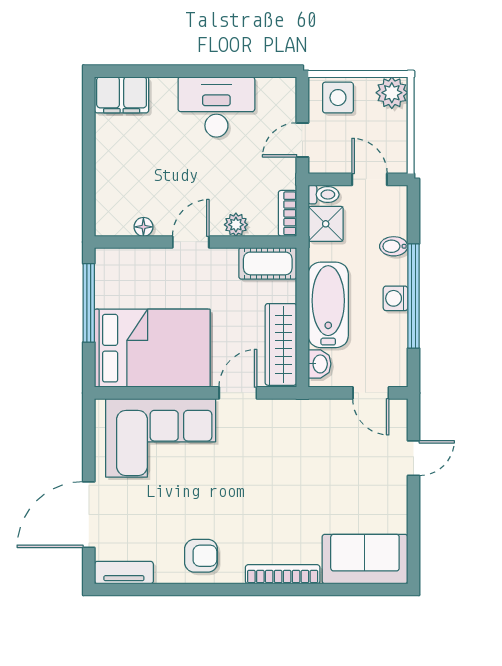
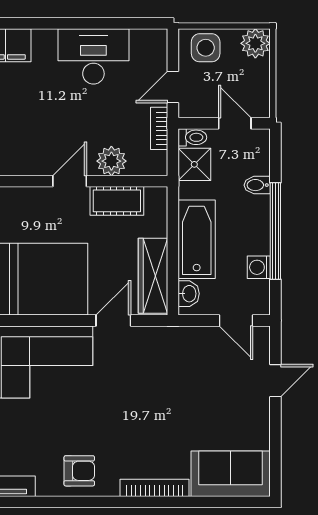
bookcase: (288, 213) -> (159, 128), moved
plant: (236, 225) -> (111, 161), width x1.38, depth x1.38
floor lamp: (143, 227) -> (26, 167), removed
cot: (268, 263) -> (117, 201), moved
washing machine: (396, 298) -> (259, 267), moved

